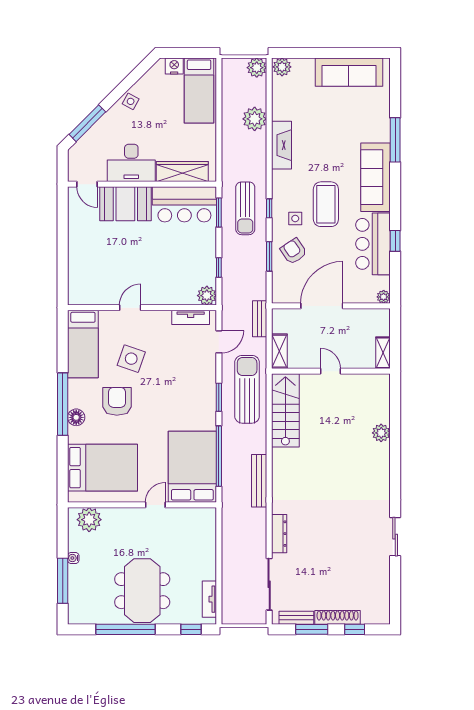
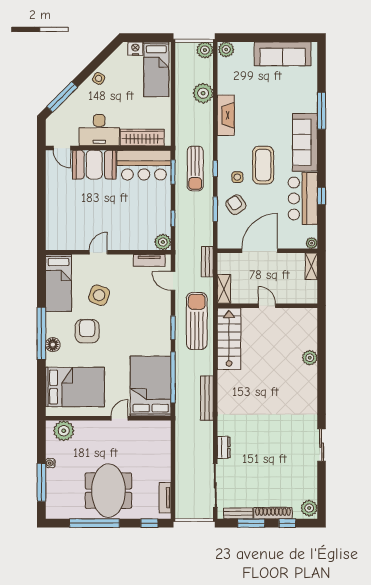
door: (219, 342) -> (173, 281), swing flipped
shelving: (383, 353) -> (311, 266), moved
dresser: (279, 534) -> (224, 447), width x0.70
plant: (381, 611) -> (309, 508), added

